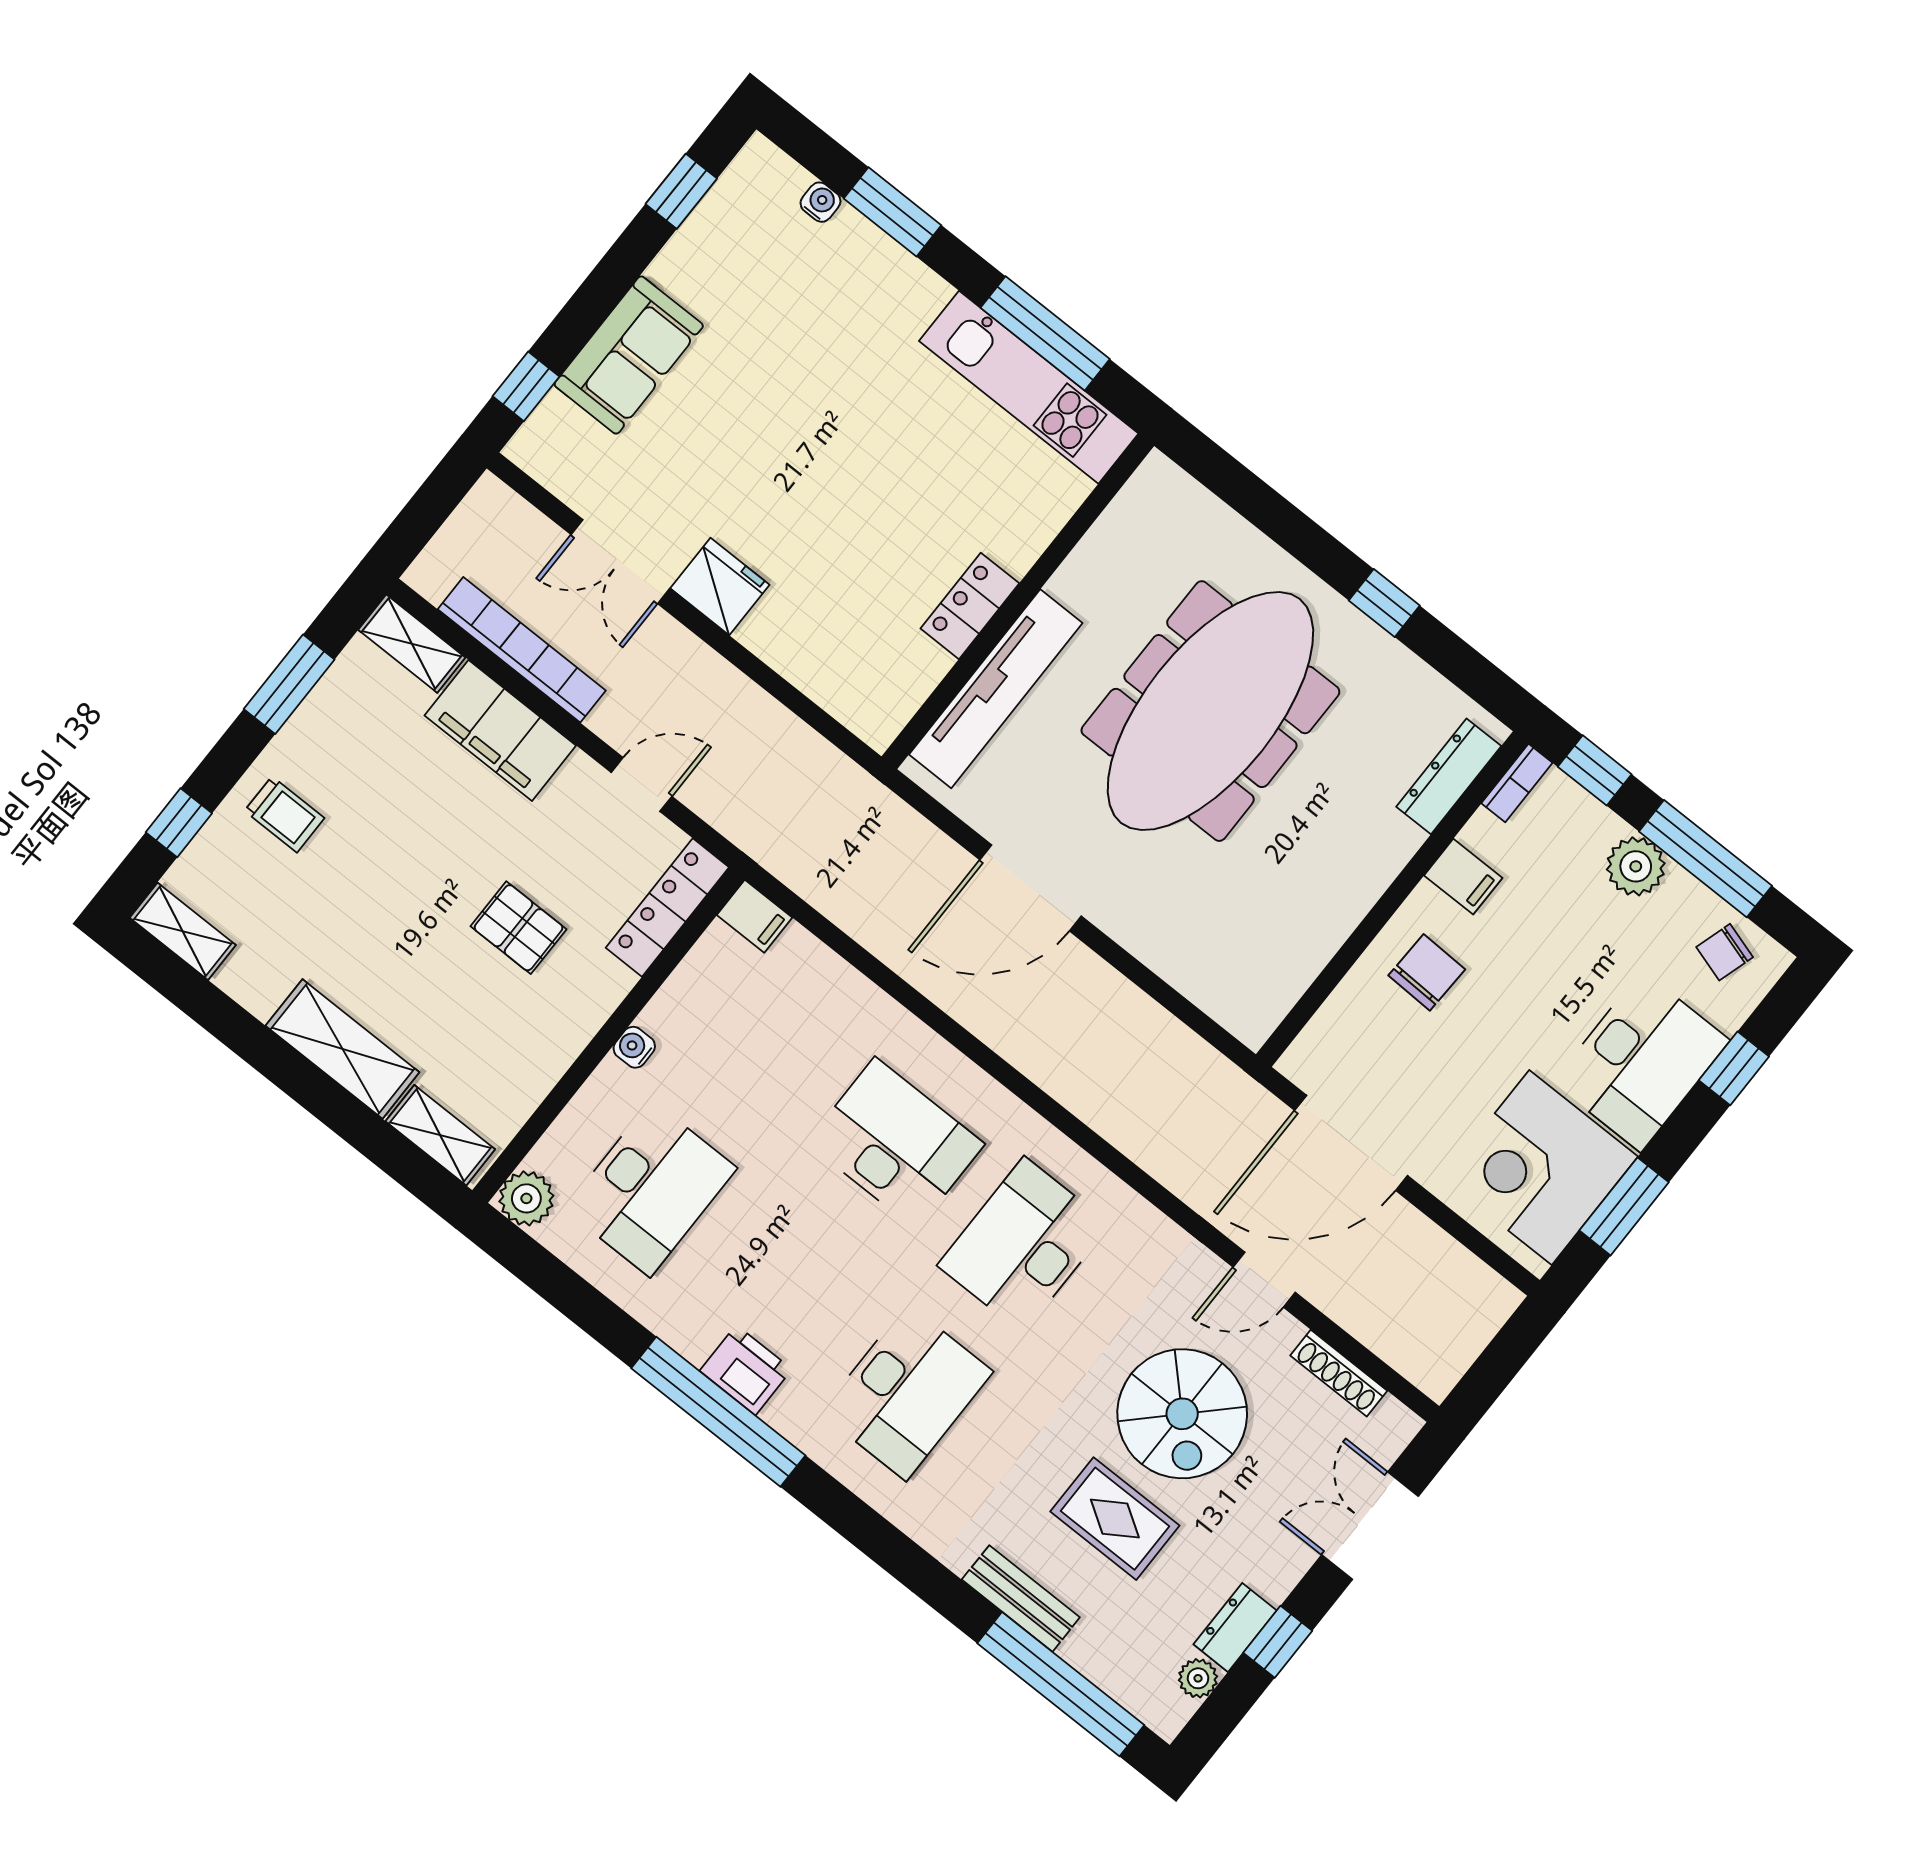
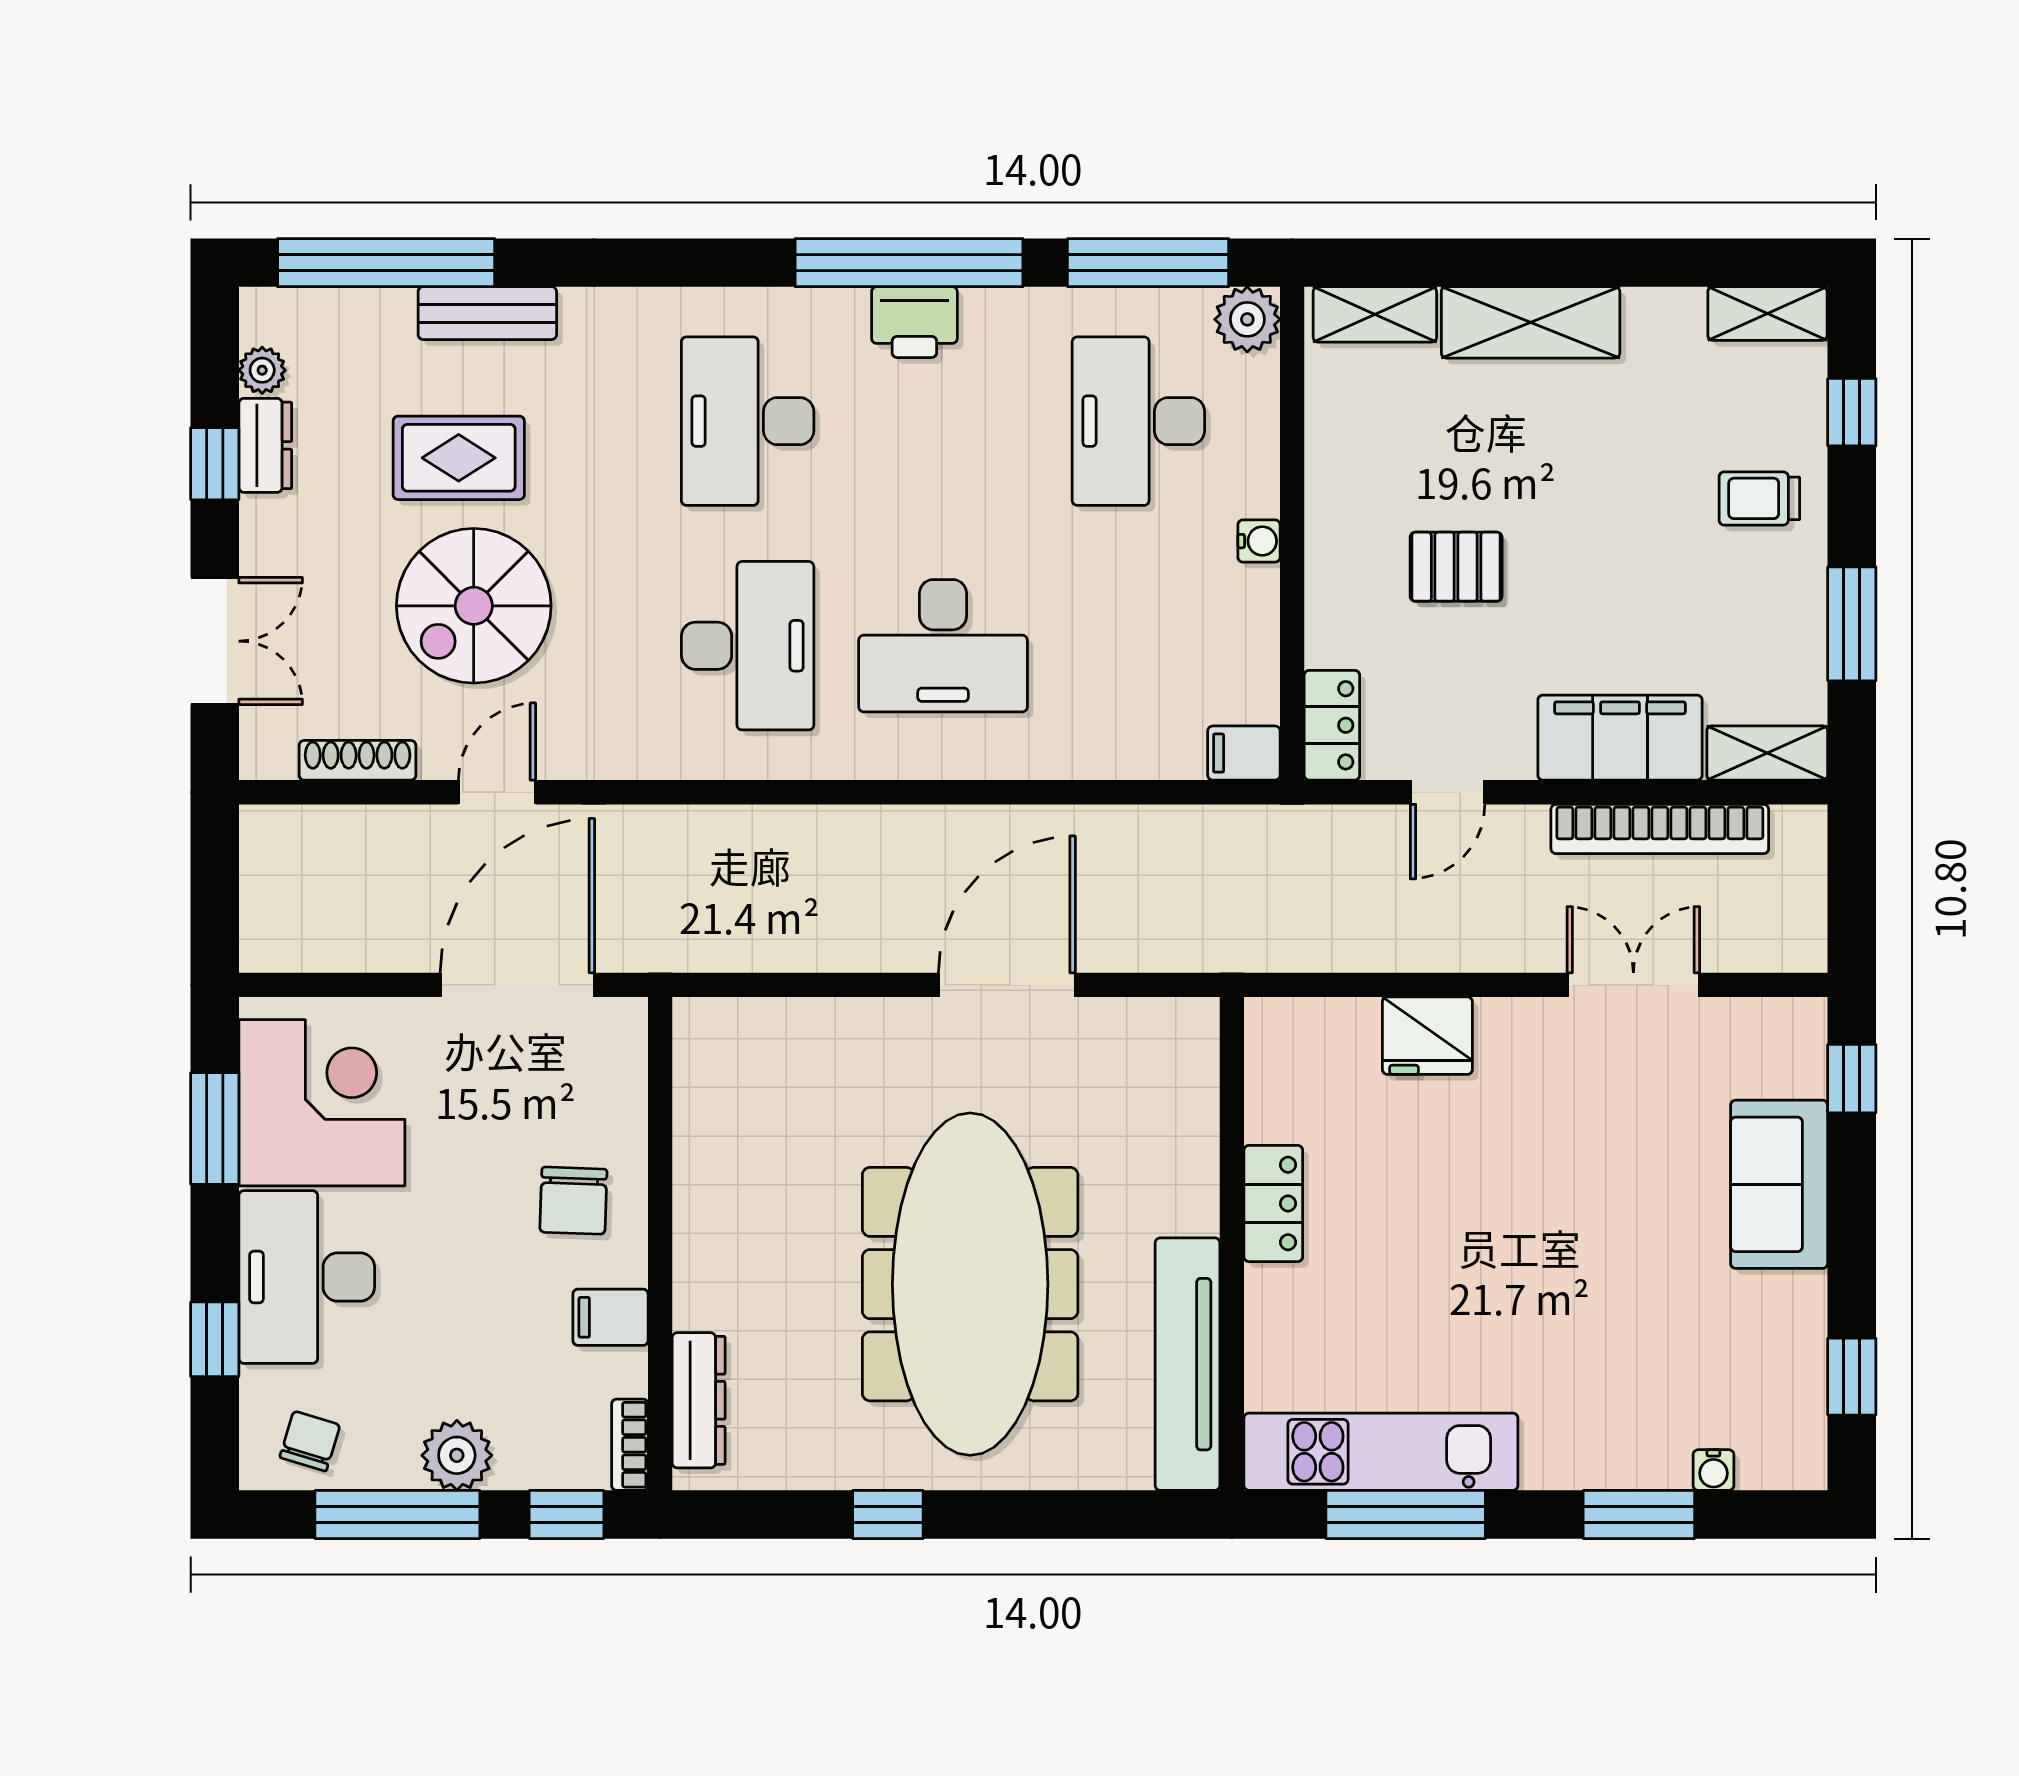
fridge: (720, 586) -> (1427, 1036), moved
tv unit: (996, 689) -> (1188, 1364), moved
locker: (667, 908) -> (1332, 725), width x0.66
window: (562, 1287) -> (1148, 263), added
spiral stairs: (1182, 1414) -> (474, 606), turned -90

